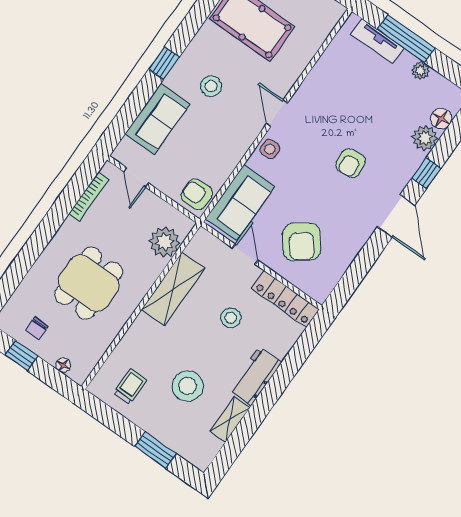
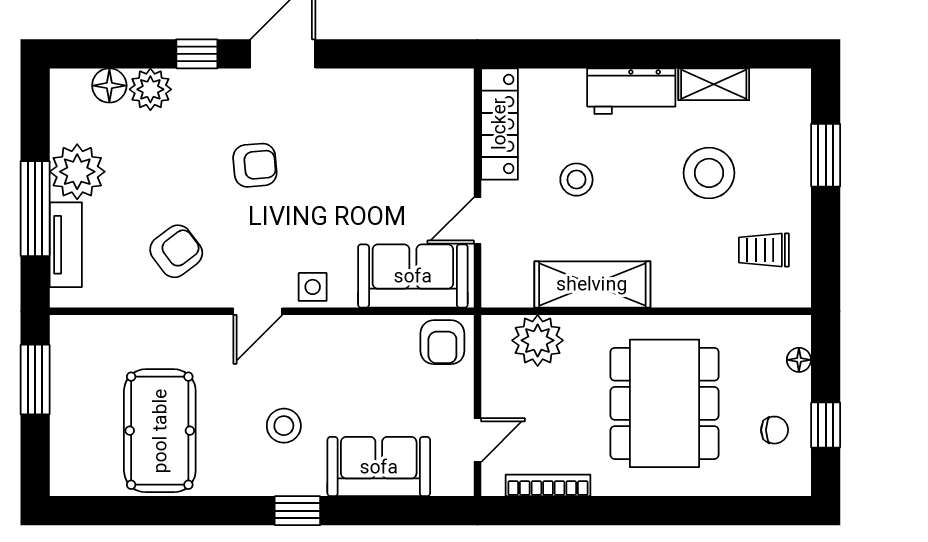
plant: (421, 71) -> (77, 172), width x1.88, depth x1.88
armchair: (302, 242) -> (176, 251), moved, width x0.72, depth x0.72
dining table: (89, 283) -> (665, 403), width x1.38

